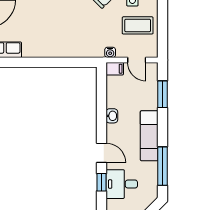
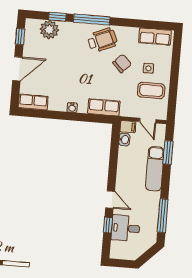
row of seats: (86, 49) -> (104, 107), added
water cooler: (110, 52) -> (72, 108), moved
washbasin: (112, 116) -> (124, 140), moved
exam couch: (149, 136) -> (155, 169), moved

